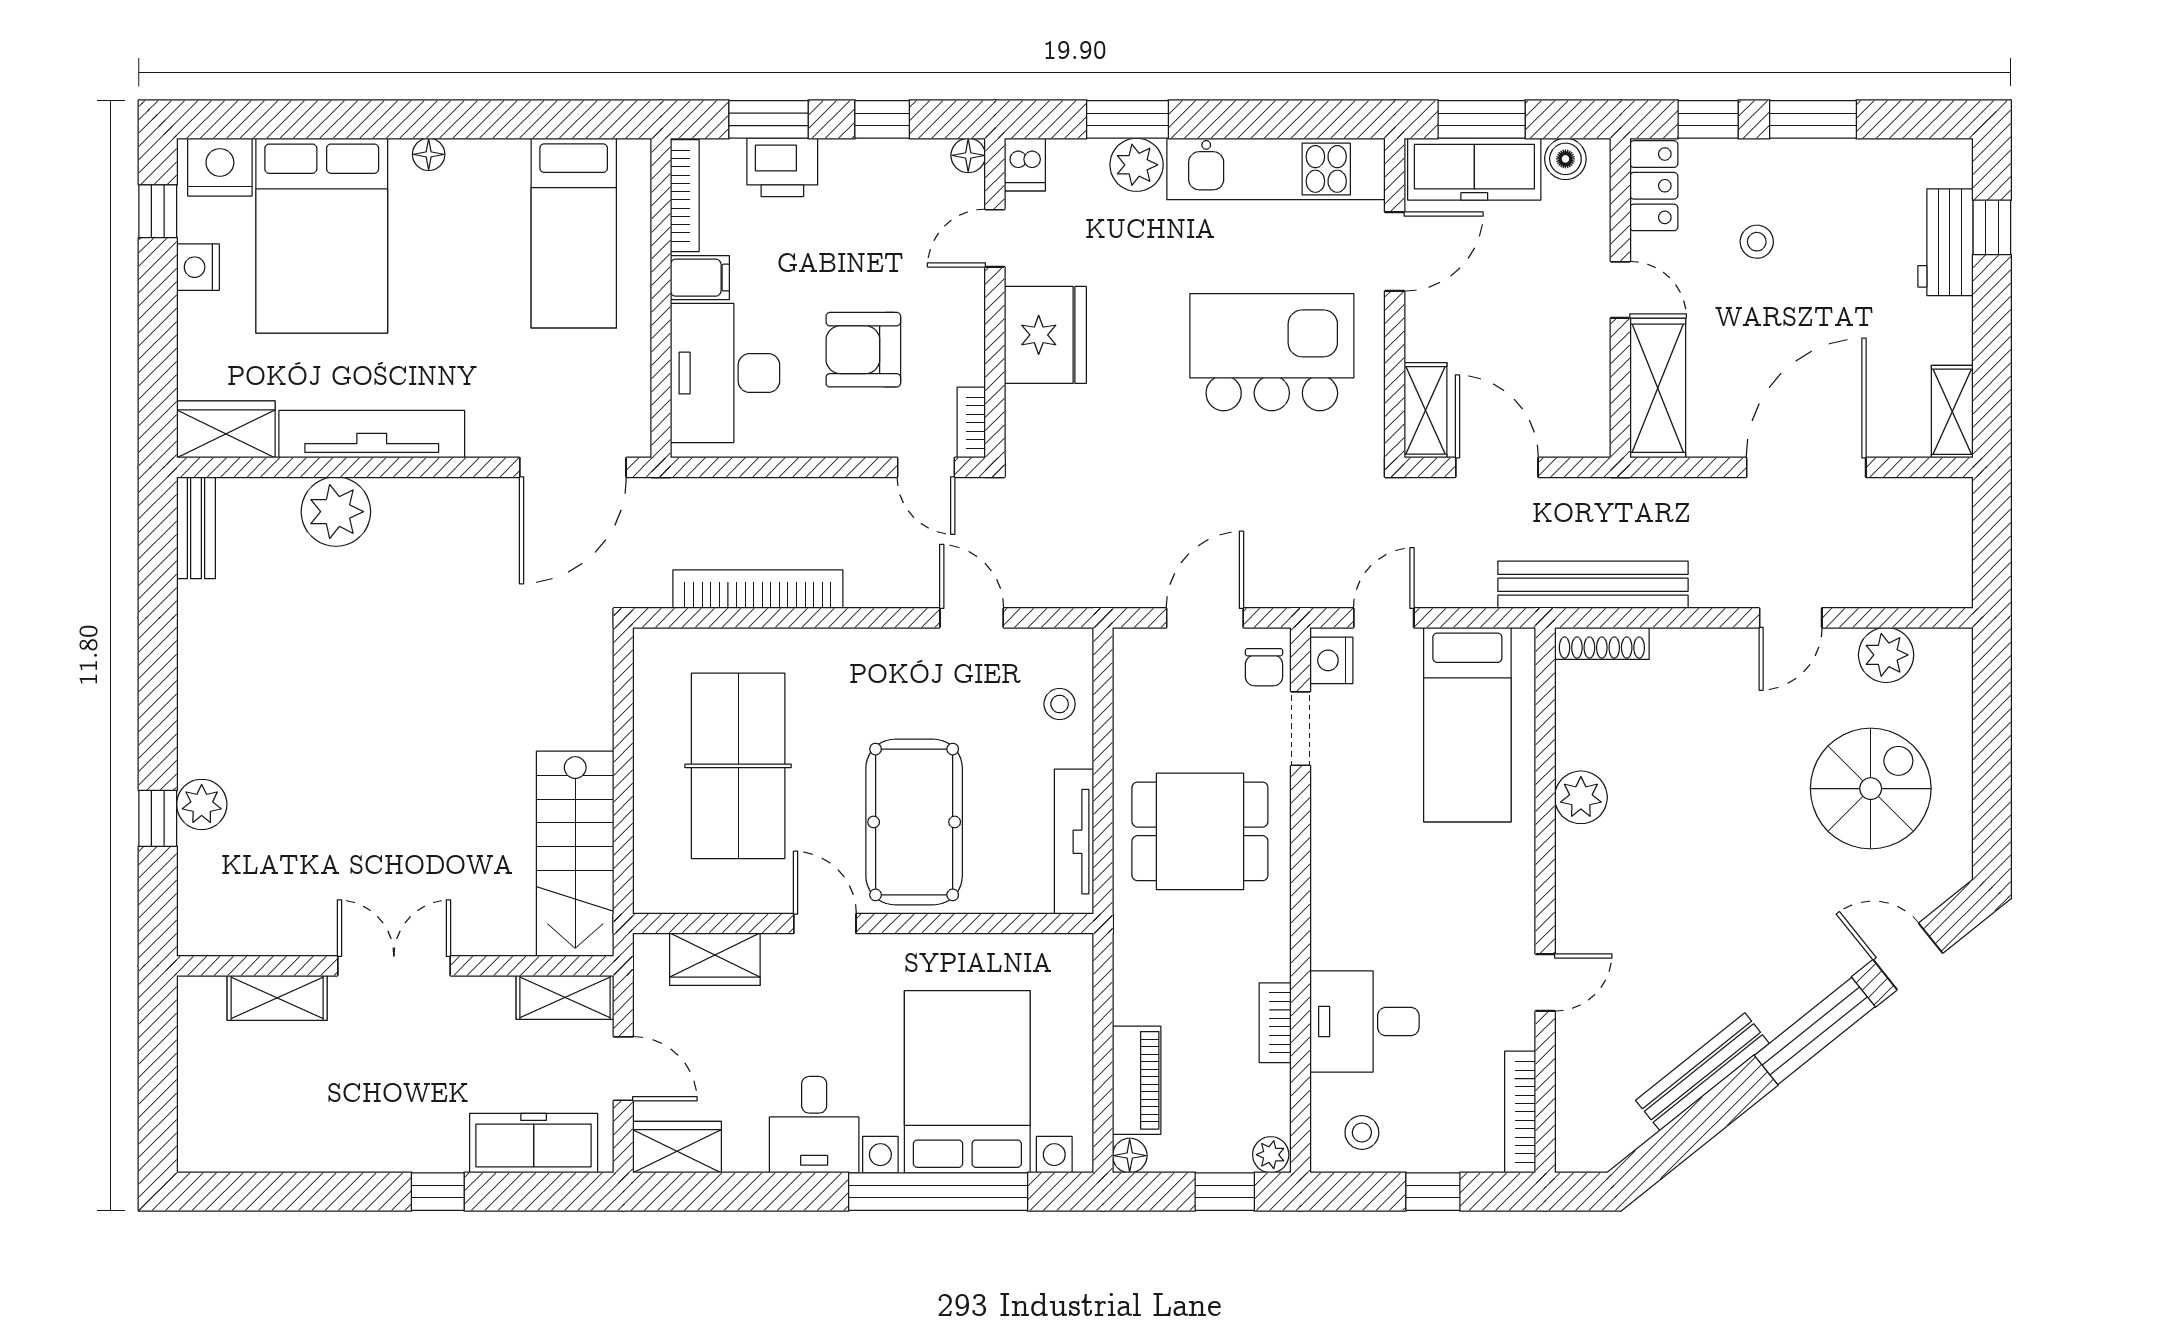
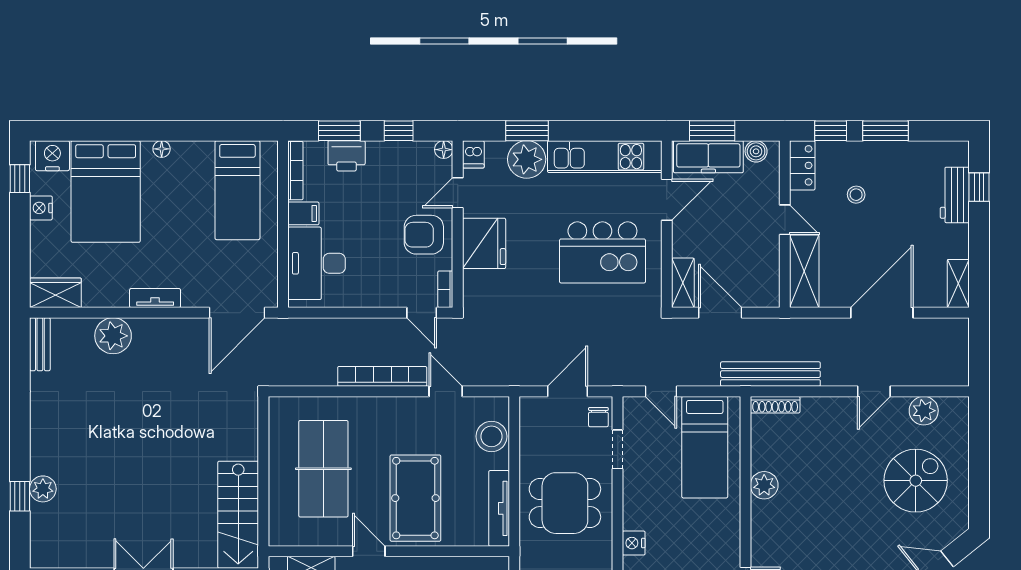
plant: (1137, 165) -> (527, 159), width x1.36, depth x1.36
armchair: (863, 350) -> (424, 235), moved
kitchen island: (1272, 352) -> (602, 252), turned 180
tv unit: (372, 434) -> (155, 298), width x0.52, depth x0.78
bookcase: (758, 589) -> (382, 376), moved
door: (1384, 618) -> (661, 391), swing flipped
nightstand: (1331, 660) -> (634, 543), moved
stool: (1060, 704) -> (492, 436), width x1.89, depth x1.89

